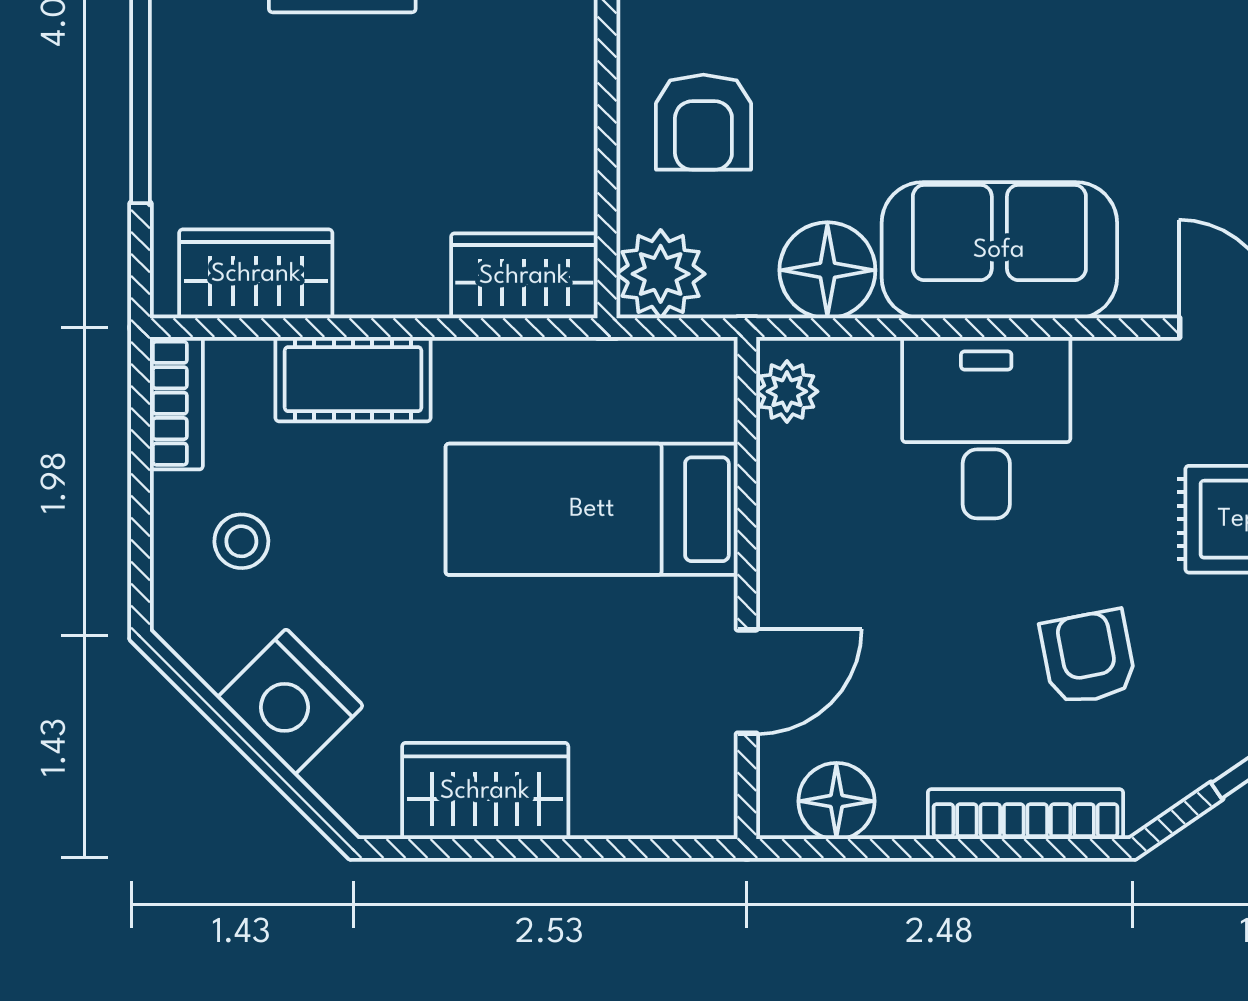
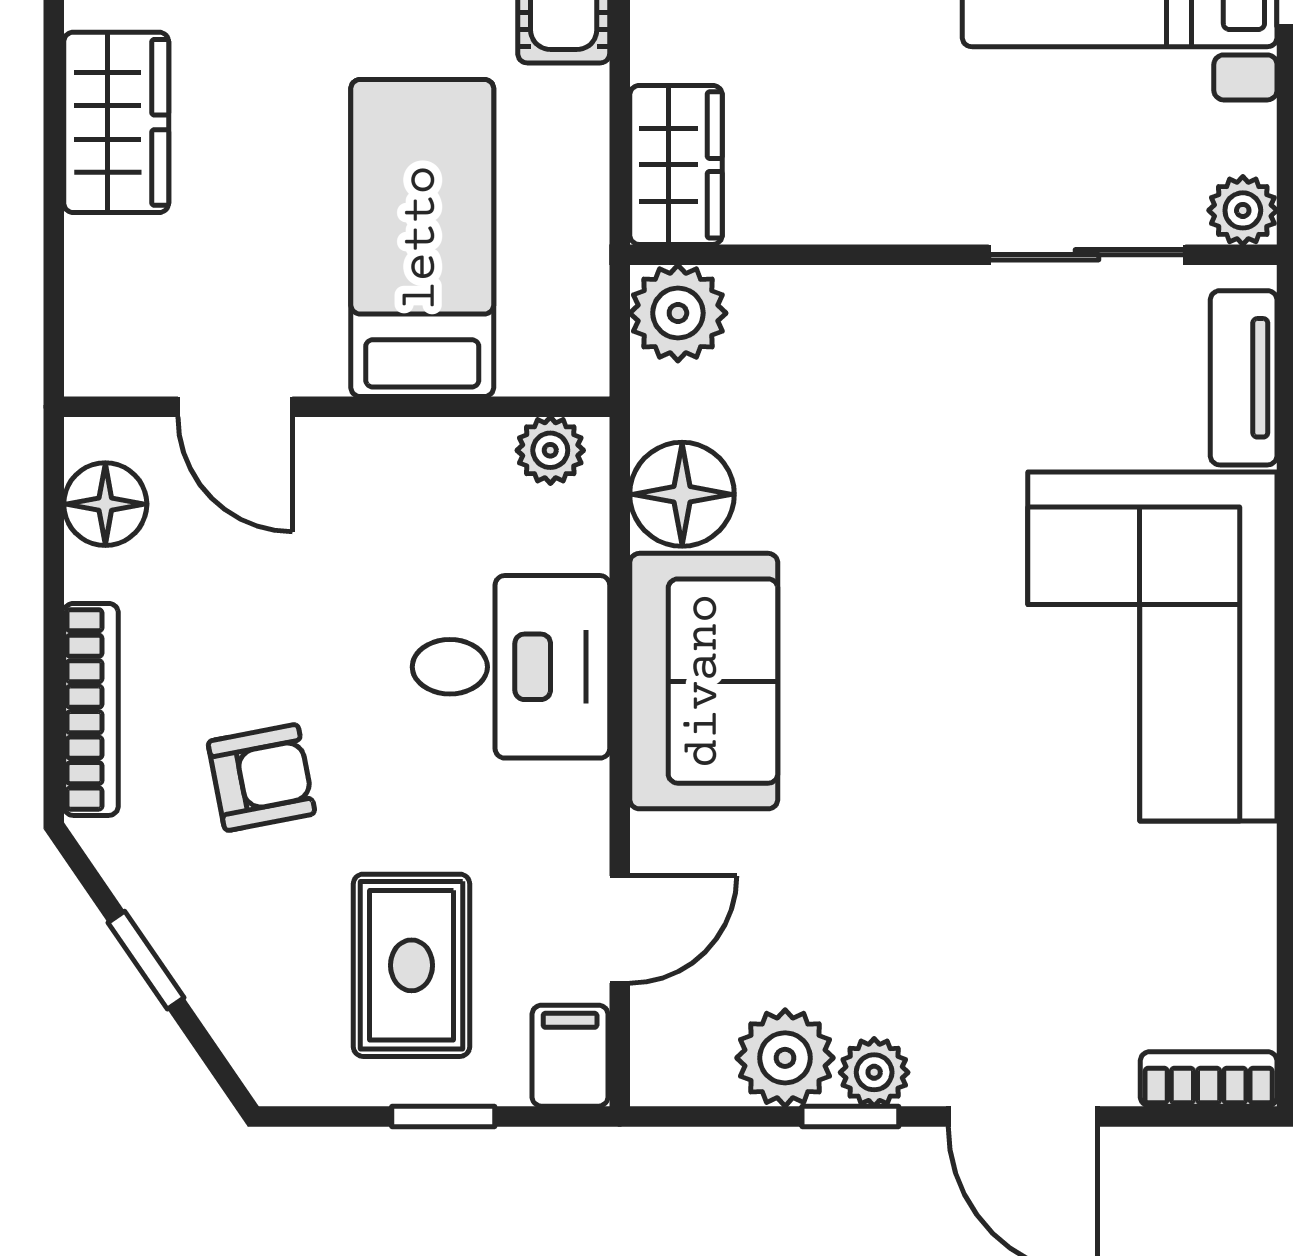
armchair: (703, 122) -> (843, 360), removed

